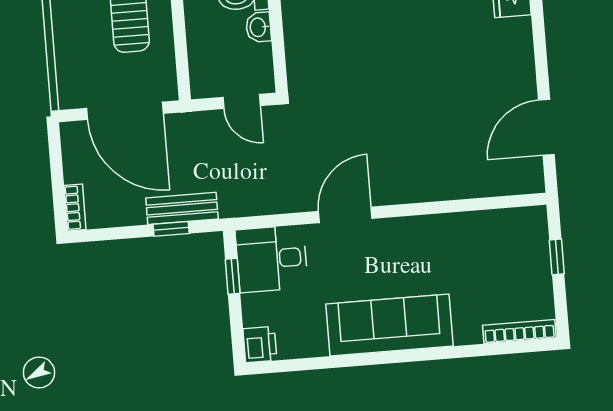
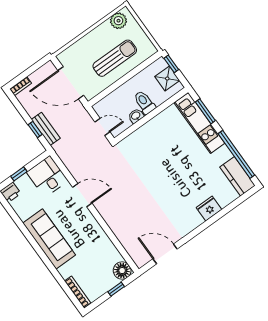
door: (242, 101) -> (102, 127), swing flipped
door: (125, 111) -> (71, 83), hinge flipped
floor lamp: (529, 225) -> (122, 271), added
window: (233, 276) -> (19, 174), moved

